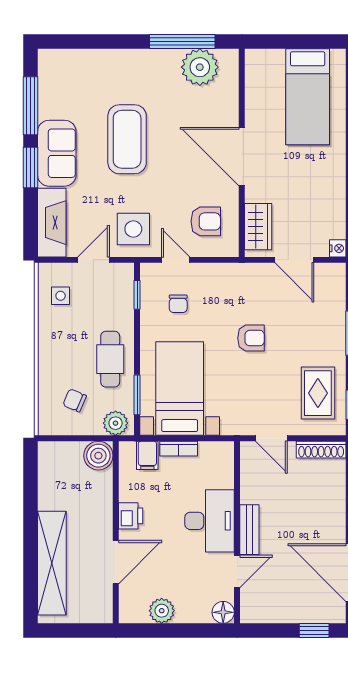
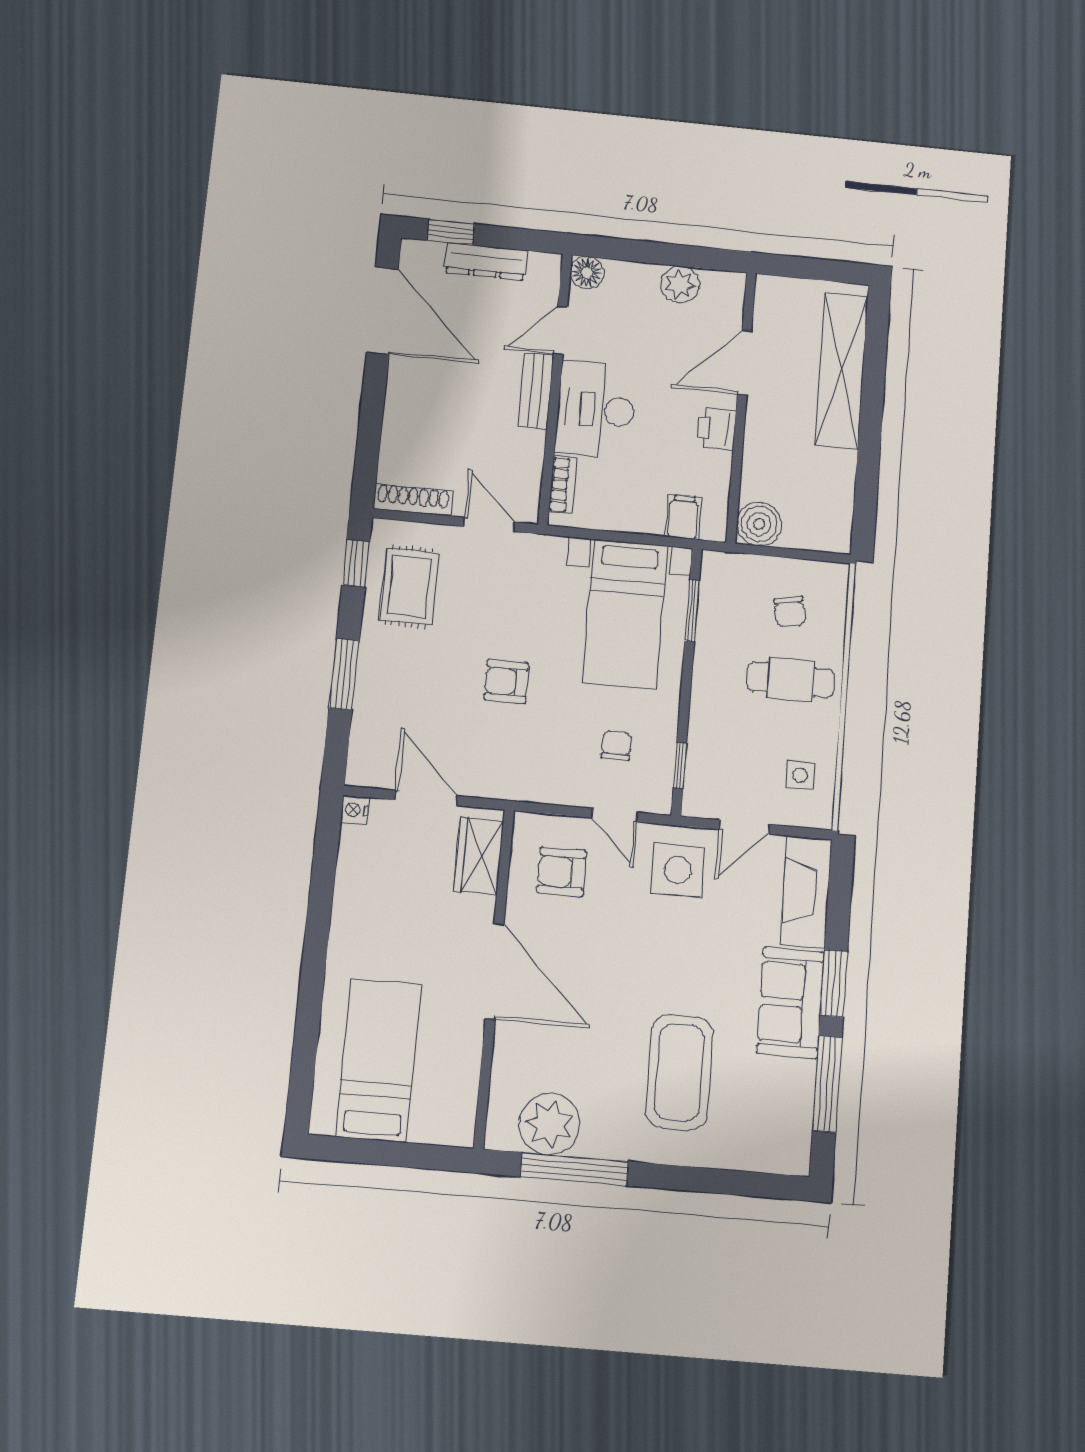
coffee table: (127, 139) -> (679, 1072), moved
cafe table: (110, 359) -> (791, 680), moved, turned 90
chair: (75, 400) -> (790, 611), turned 56
plant: (116, 423) -> (729, 571), removed
bookcase: (179, 449) -> (563, 485), moved, turned 90
dresser: (289, 613) -> (486, 261), added

